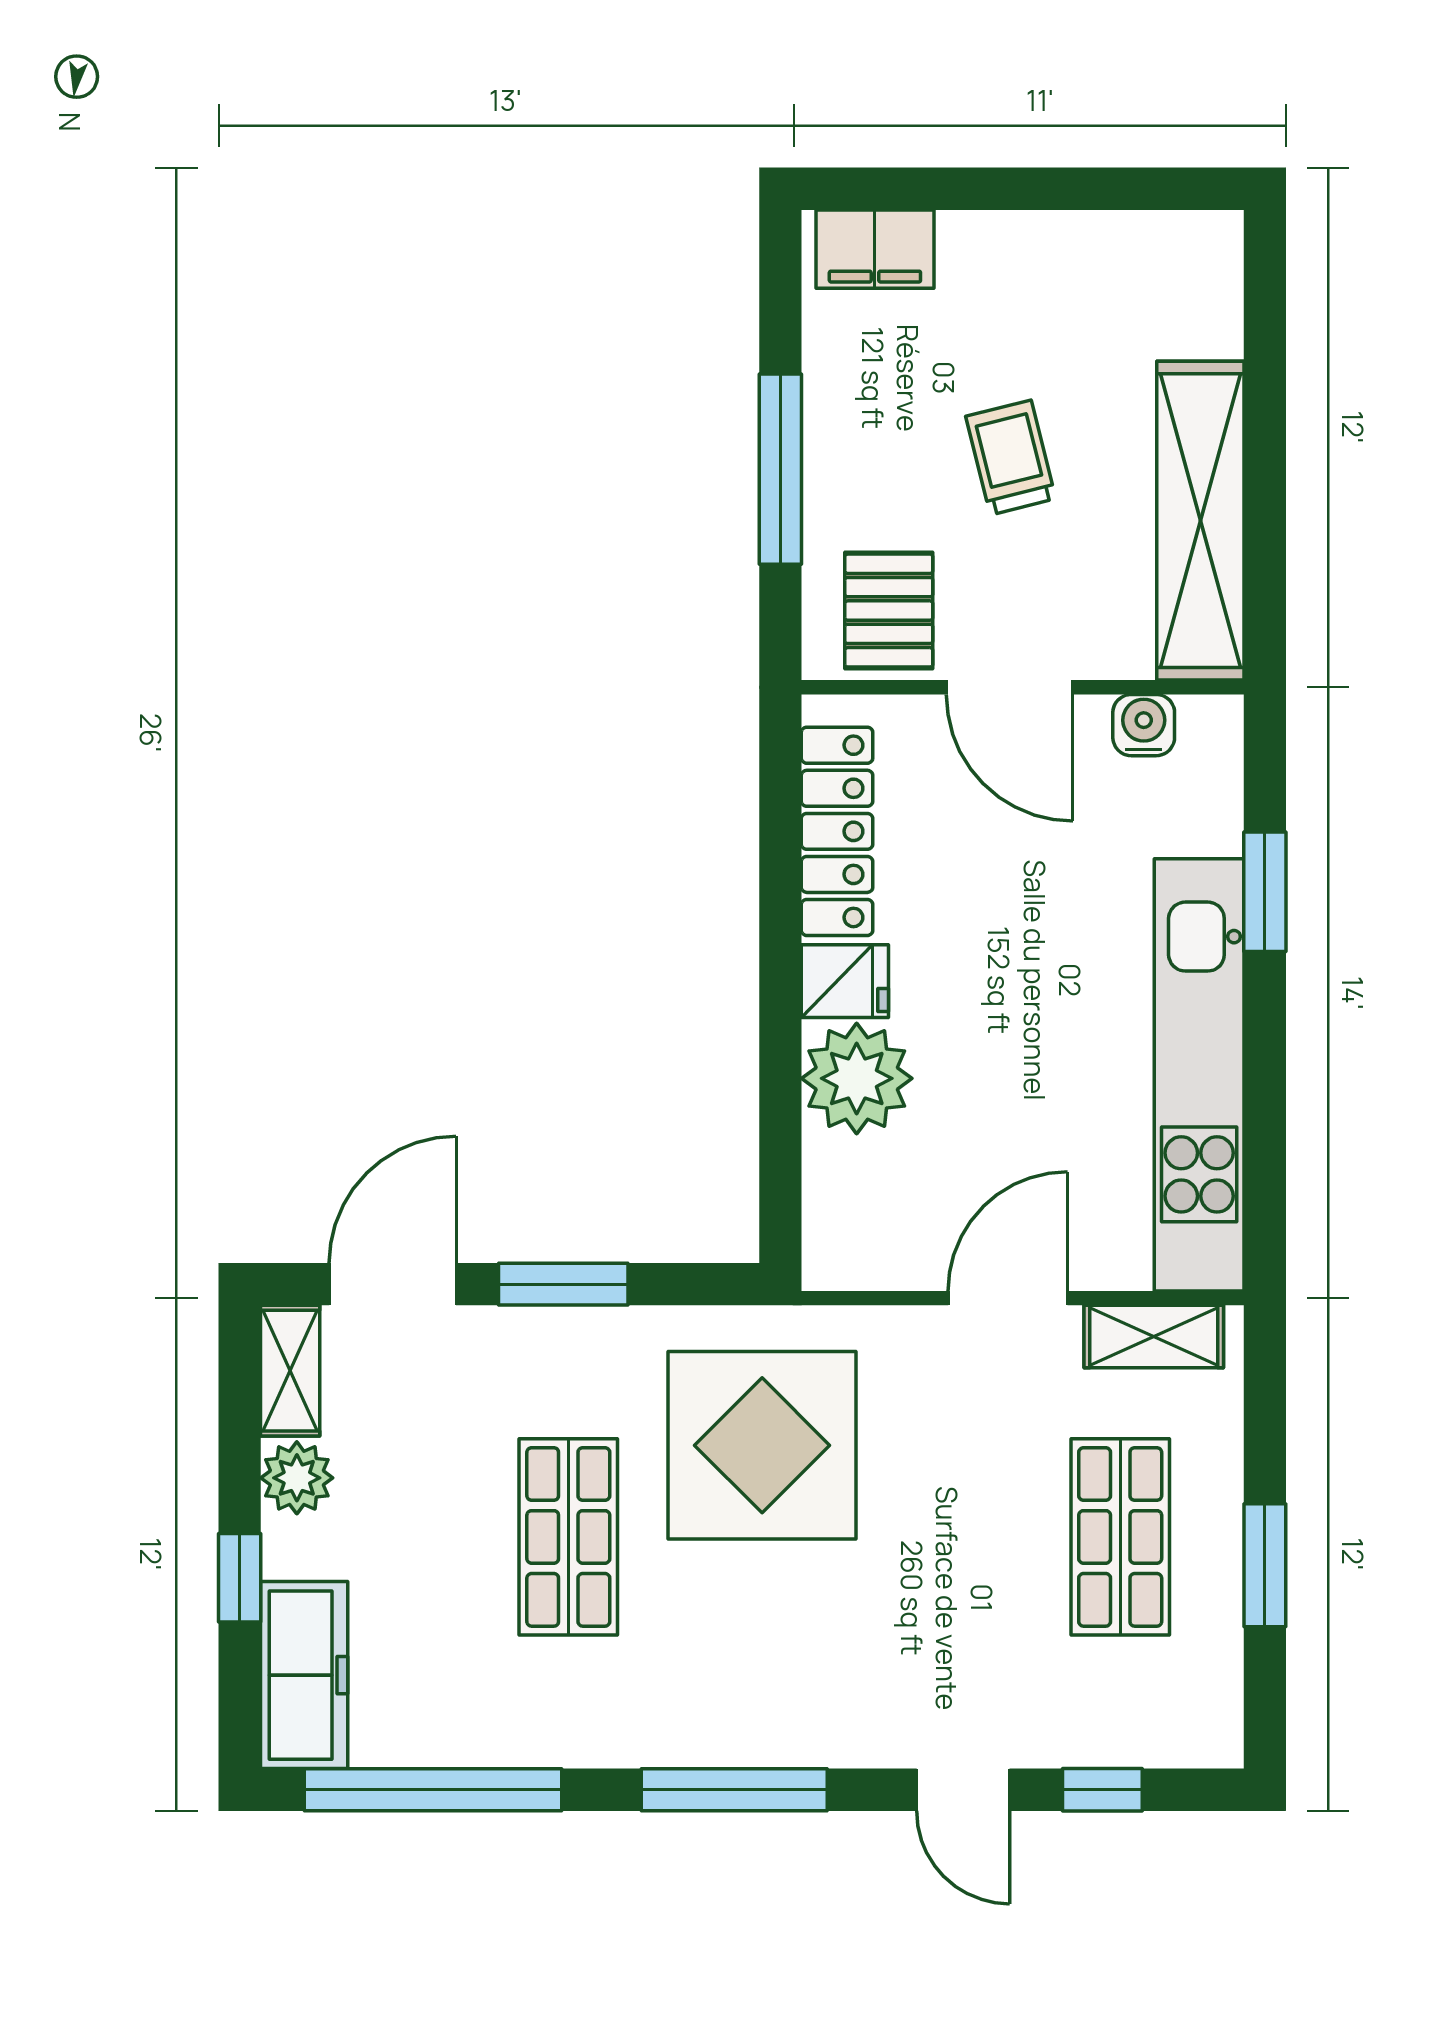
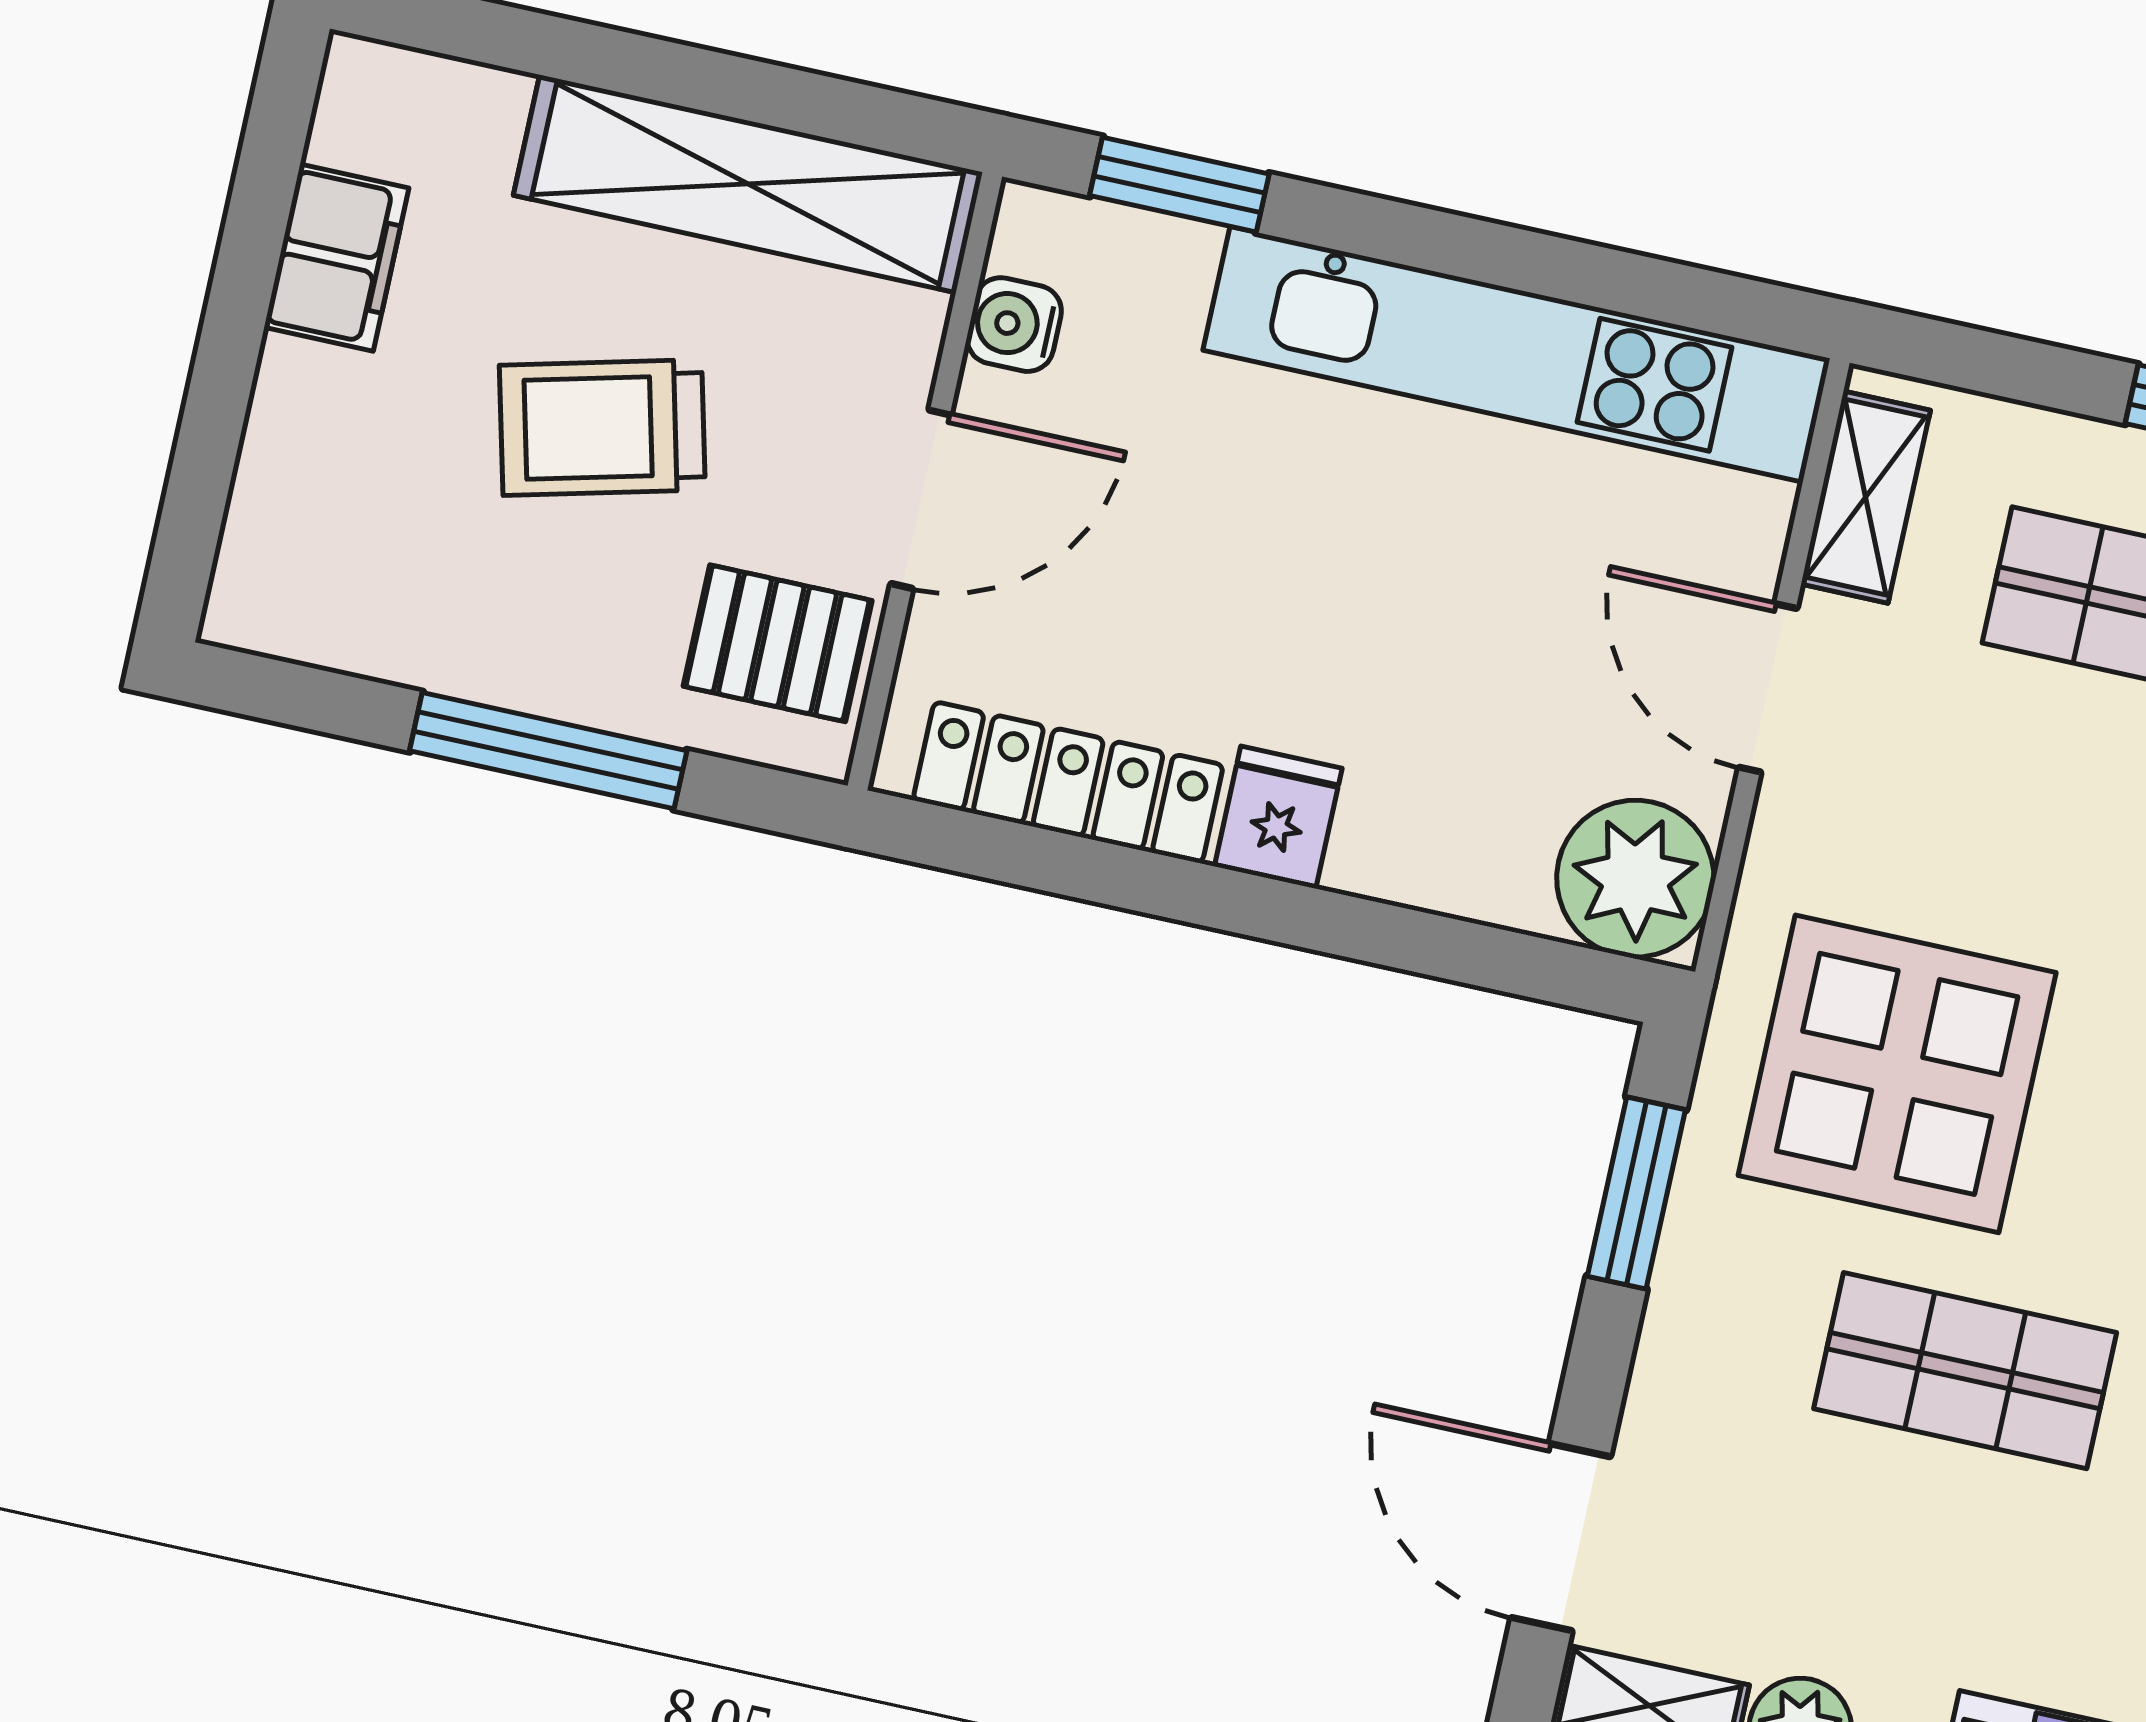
filing cabinet: (875, 249) -> (337, 258), moved
trolley: (1011, 457) -> (602, 428), width x1.36, depth x1.39
window: (1265, 892) -> (1179, 185), moved
plant: (857, 1078) -> (1635, 879), moved
window: (563, 1284) -> (1636, 1193), moved

